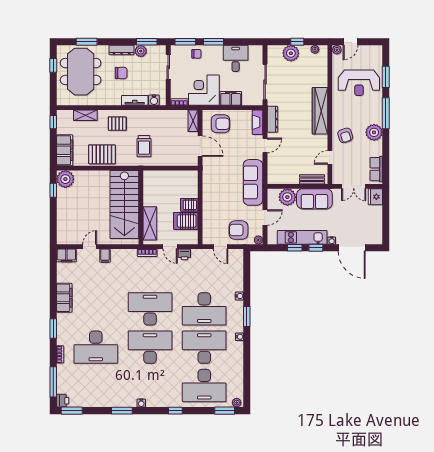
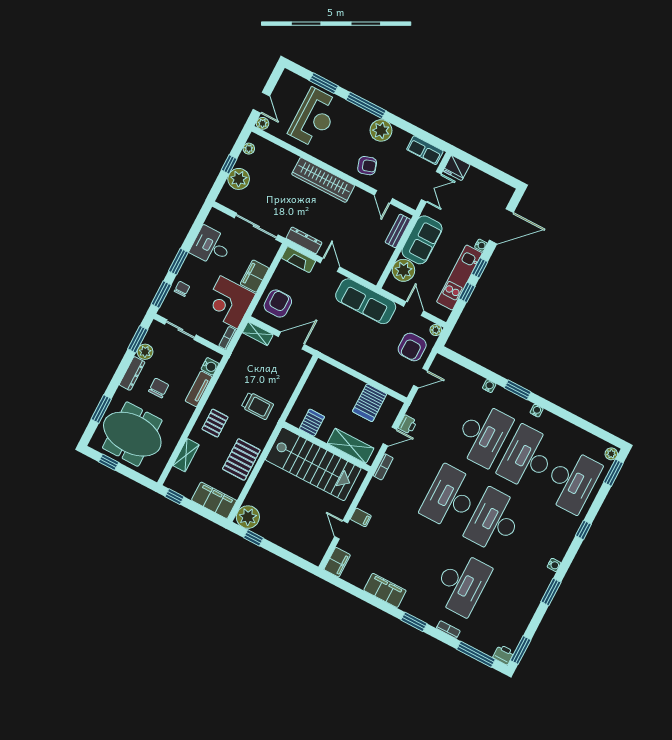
server rack: (189, 205) -> (312, 423), moved, turned 180

